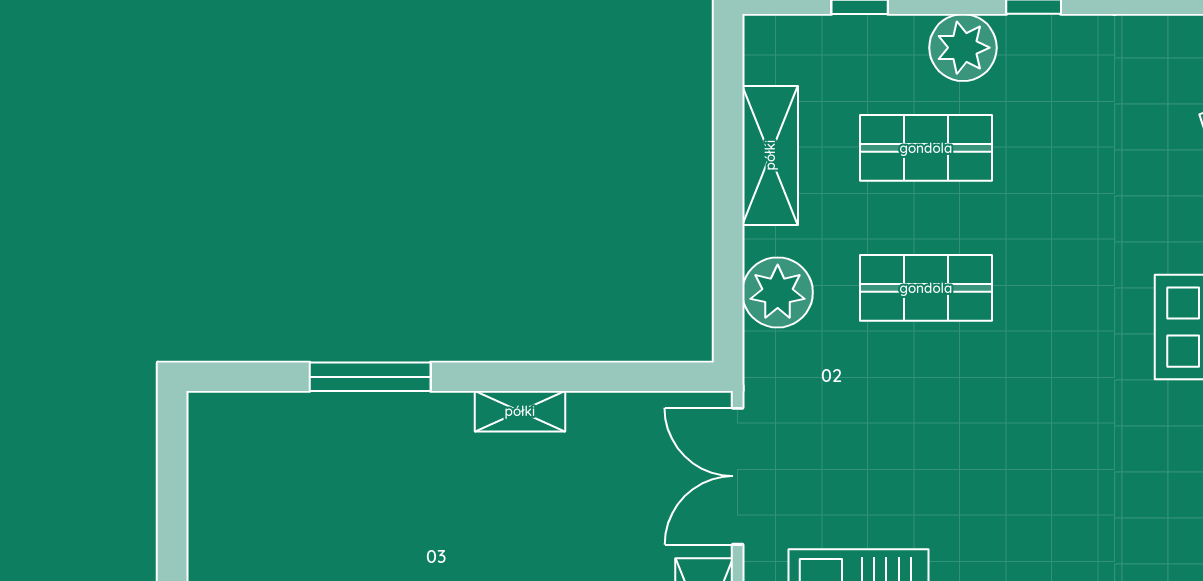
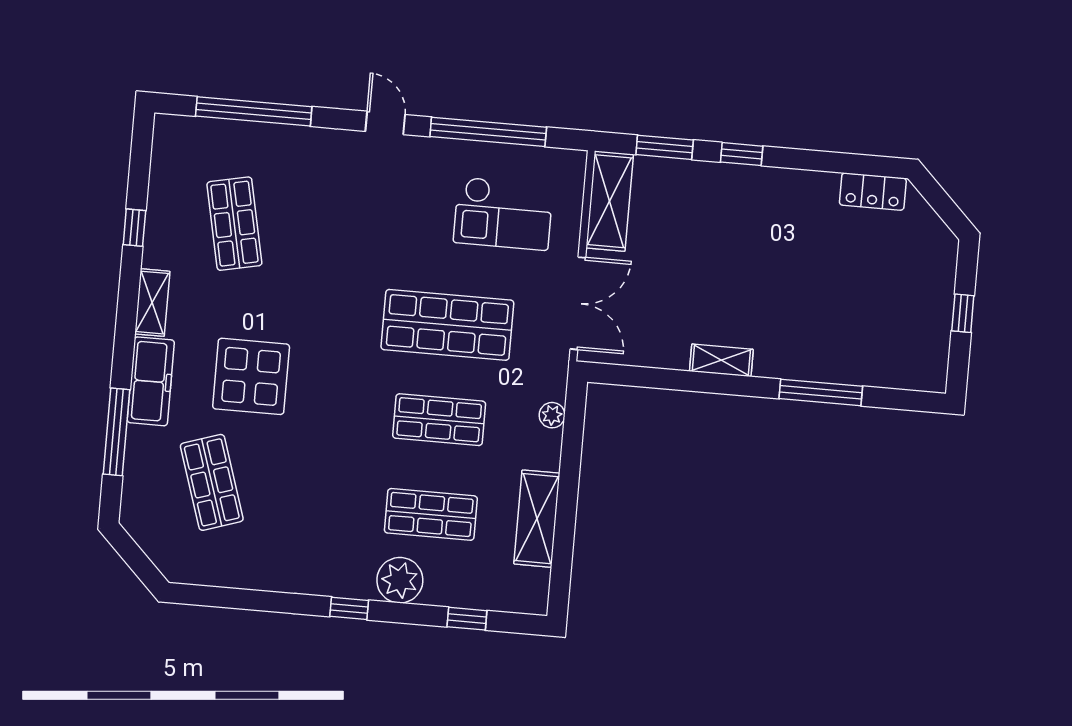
plant: (778, 292) -> (552, 415), width x0.53, depth x0.53
shop shelf: (926, 428) -> (447, 325), added
window: (172, 511) -> (963, 313), added

